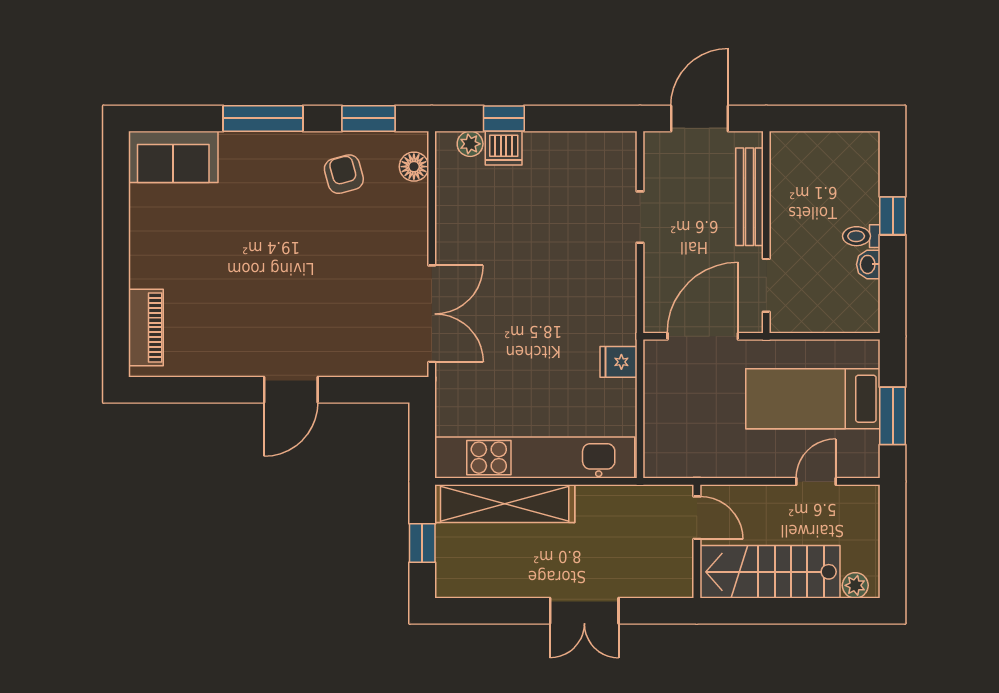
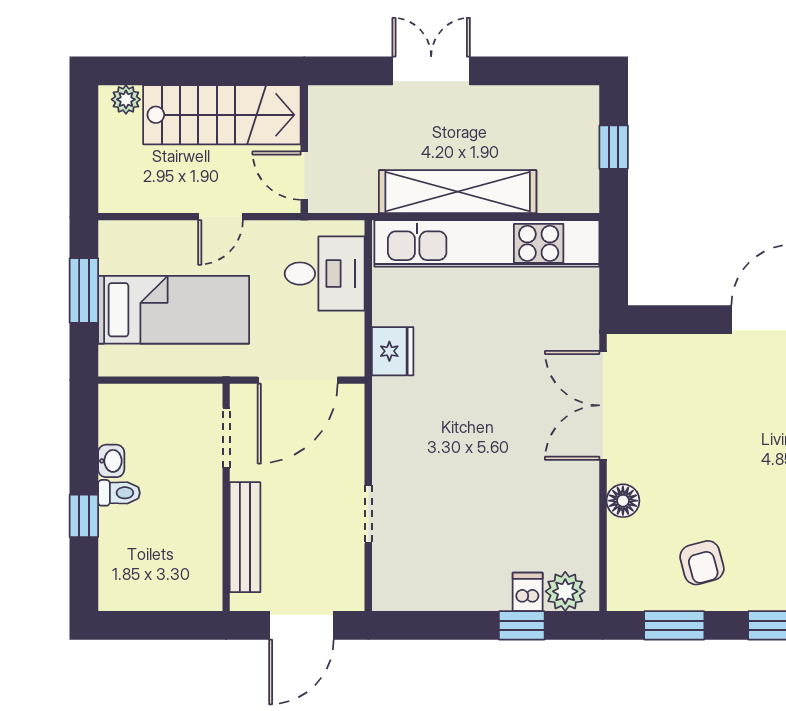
plant: (470, 144) -> (565, 591), width x1.38, depth x1.38
dishwasher: (504, 148) -> (528, 592), width x0.73
floor lamp: (414, 167) -> (623, 501), moved
fridge: (618, 362) -> (393, 351), width x1.38
desk: (679, 431) -> (325, 274), added
door: (816, 481) -> (221, 217), moved
shelving: (505, 504) -> (458, 192), moved

